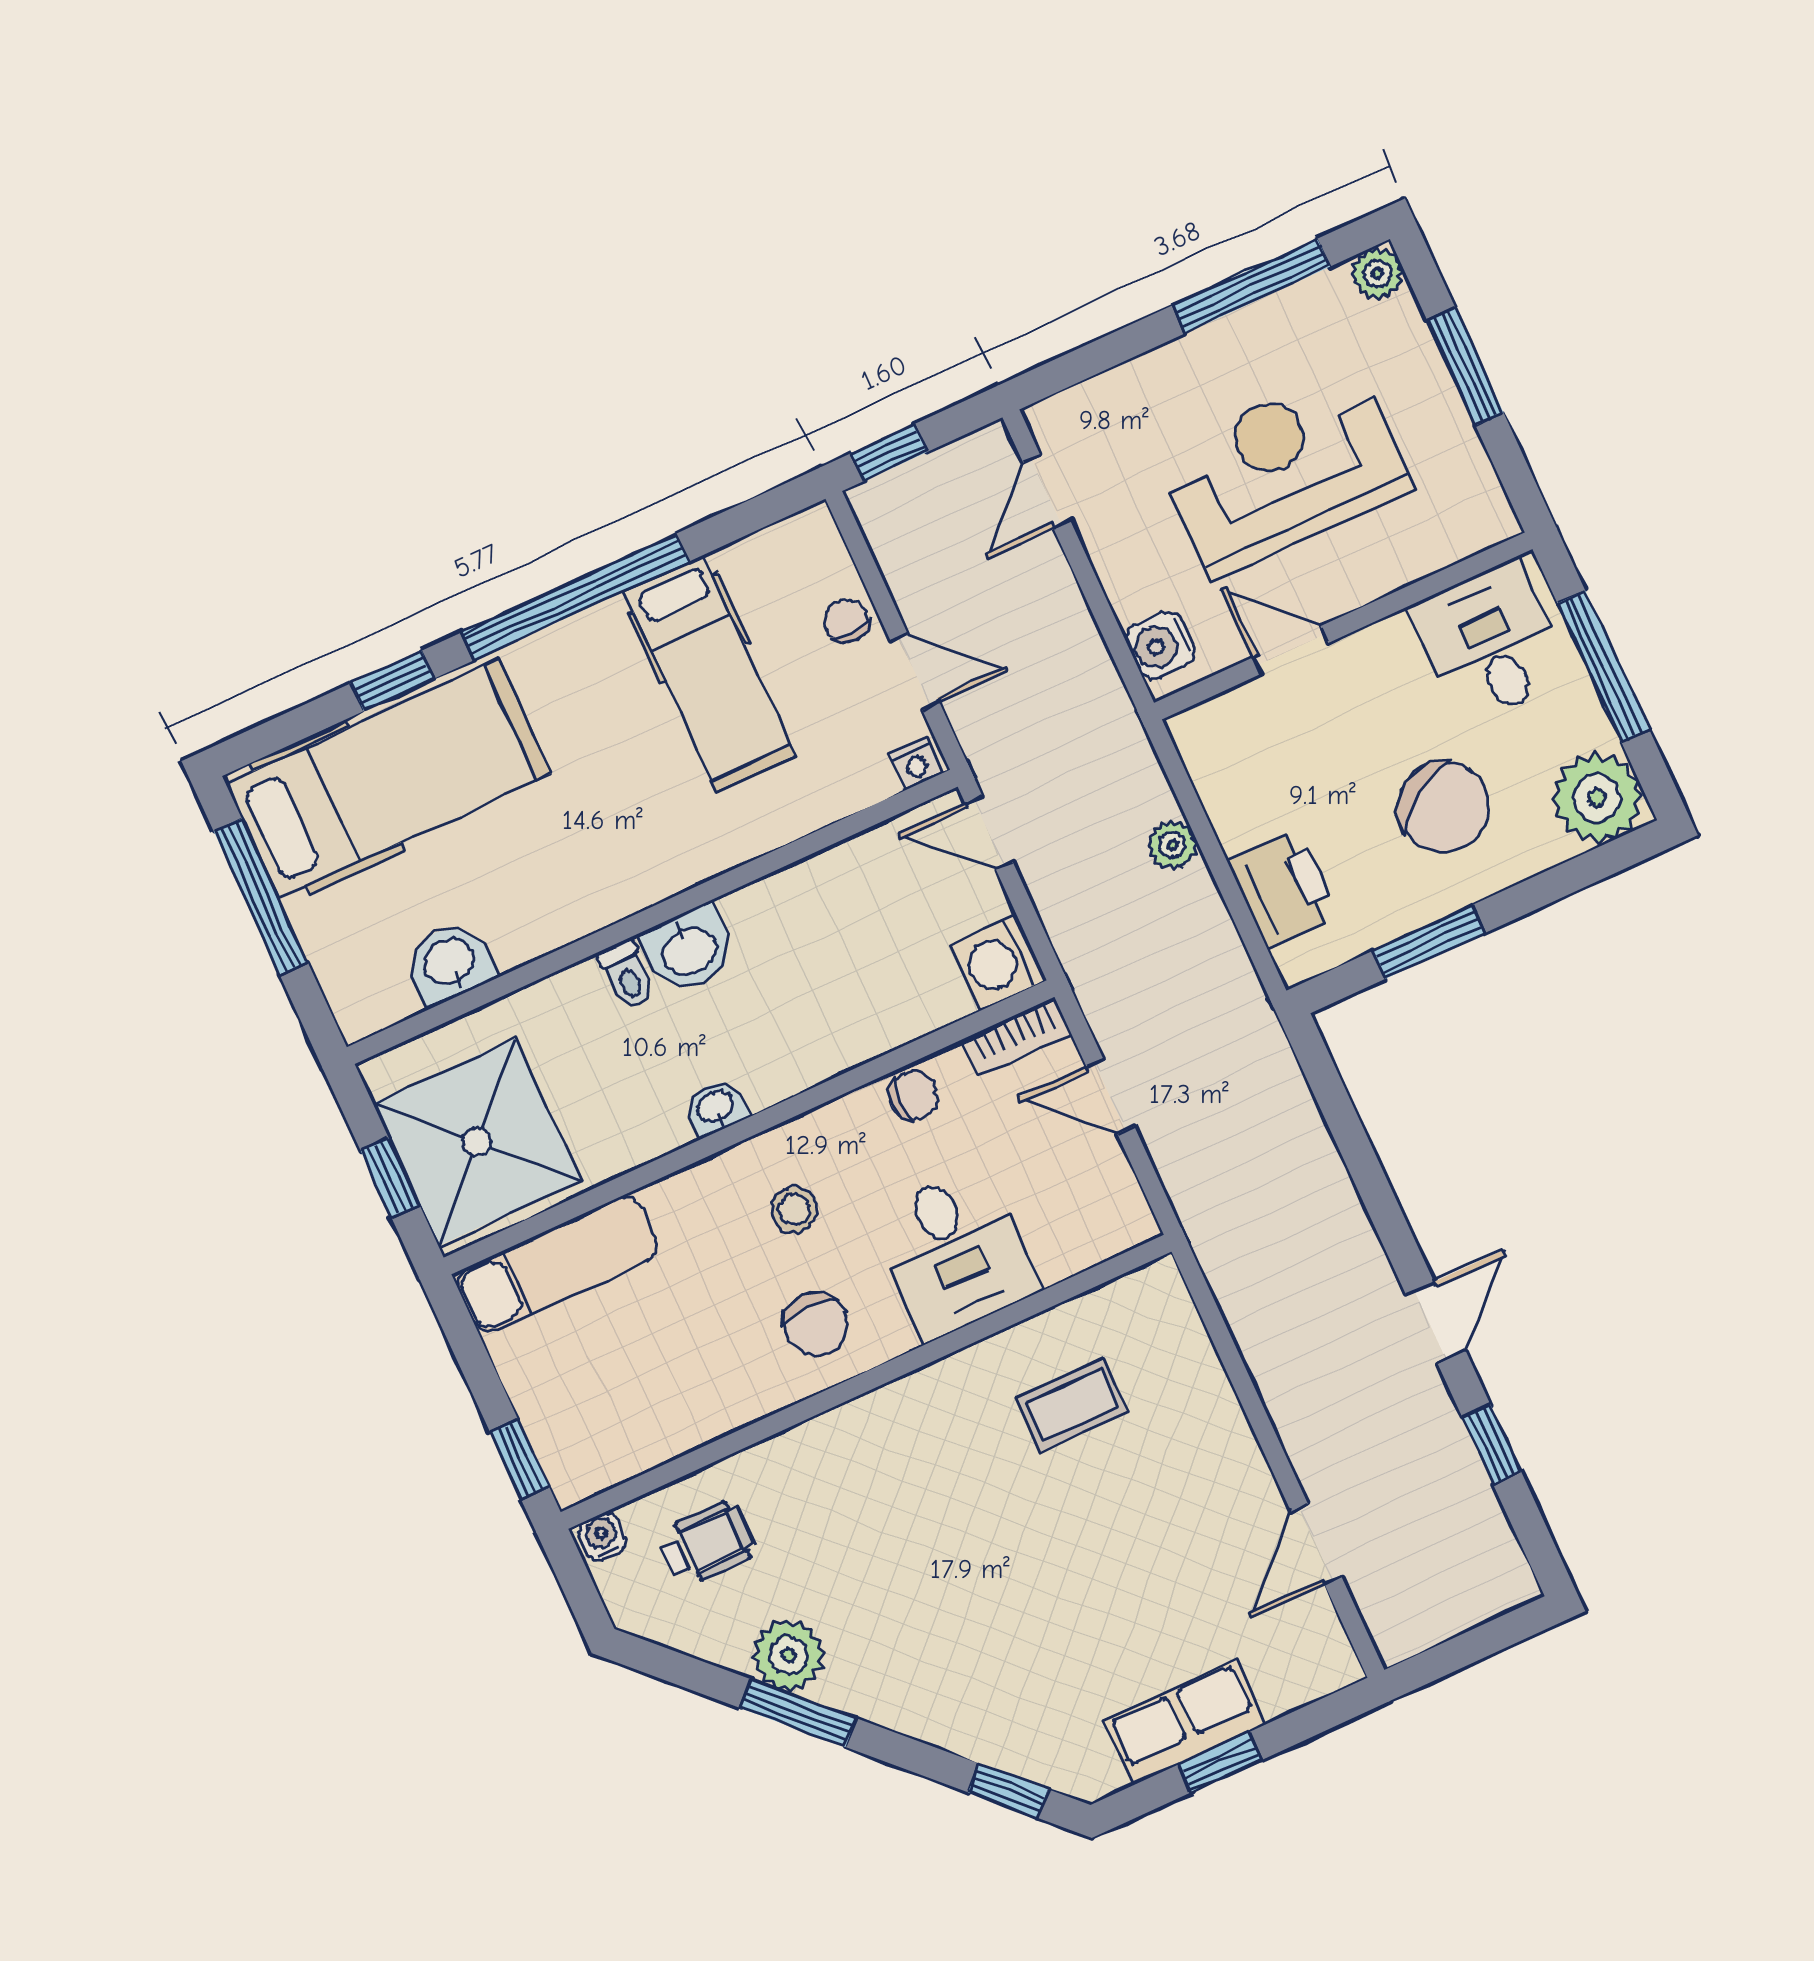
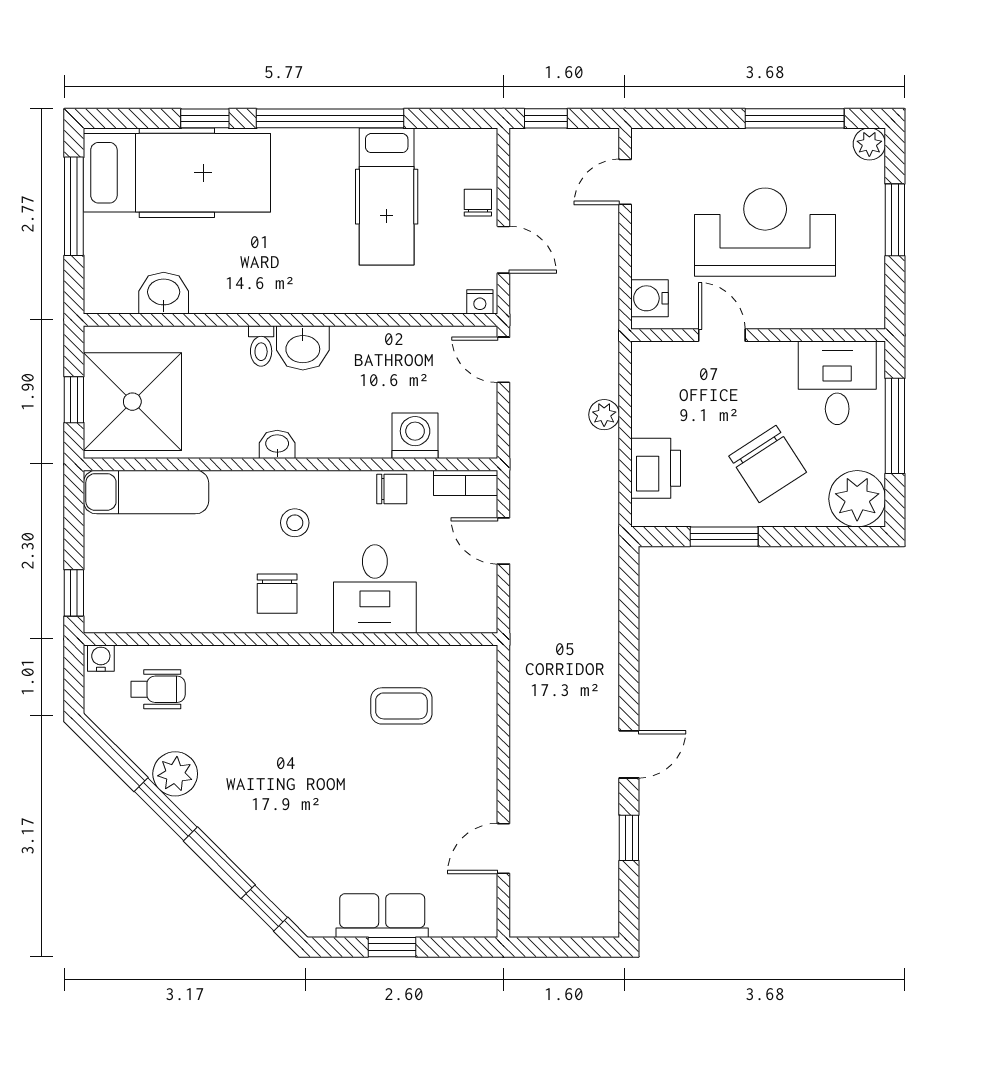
washing machine: (998, 962) -> (415, 436), moved, turned 90

